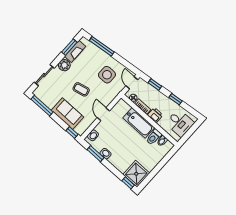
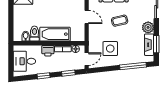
door: (132, 83) -> (87, 59), hinge flipped

